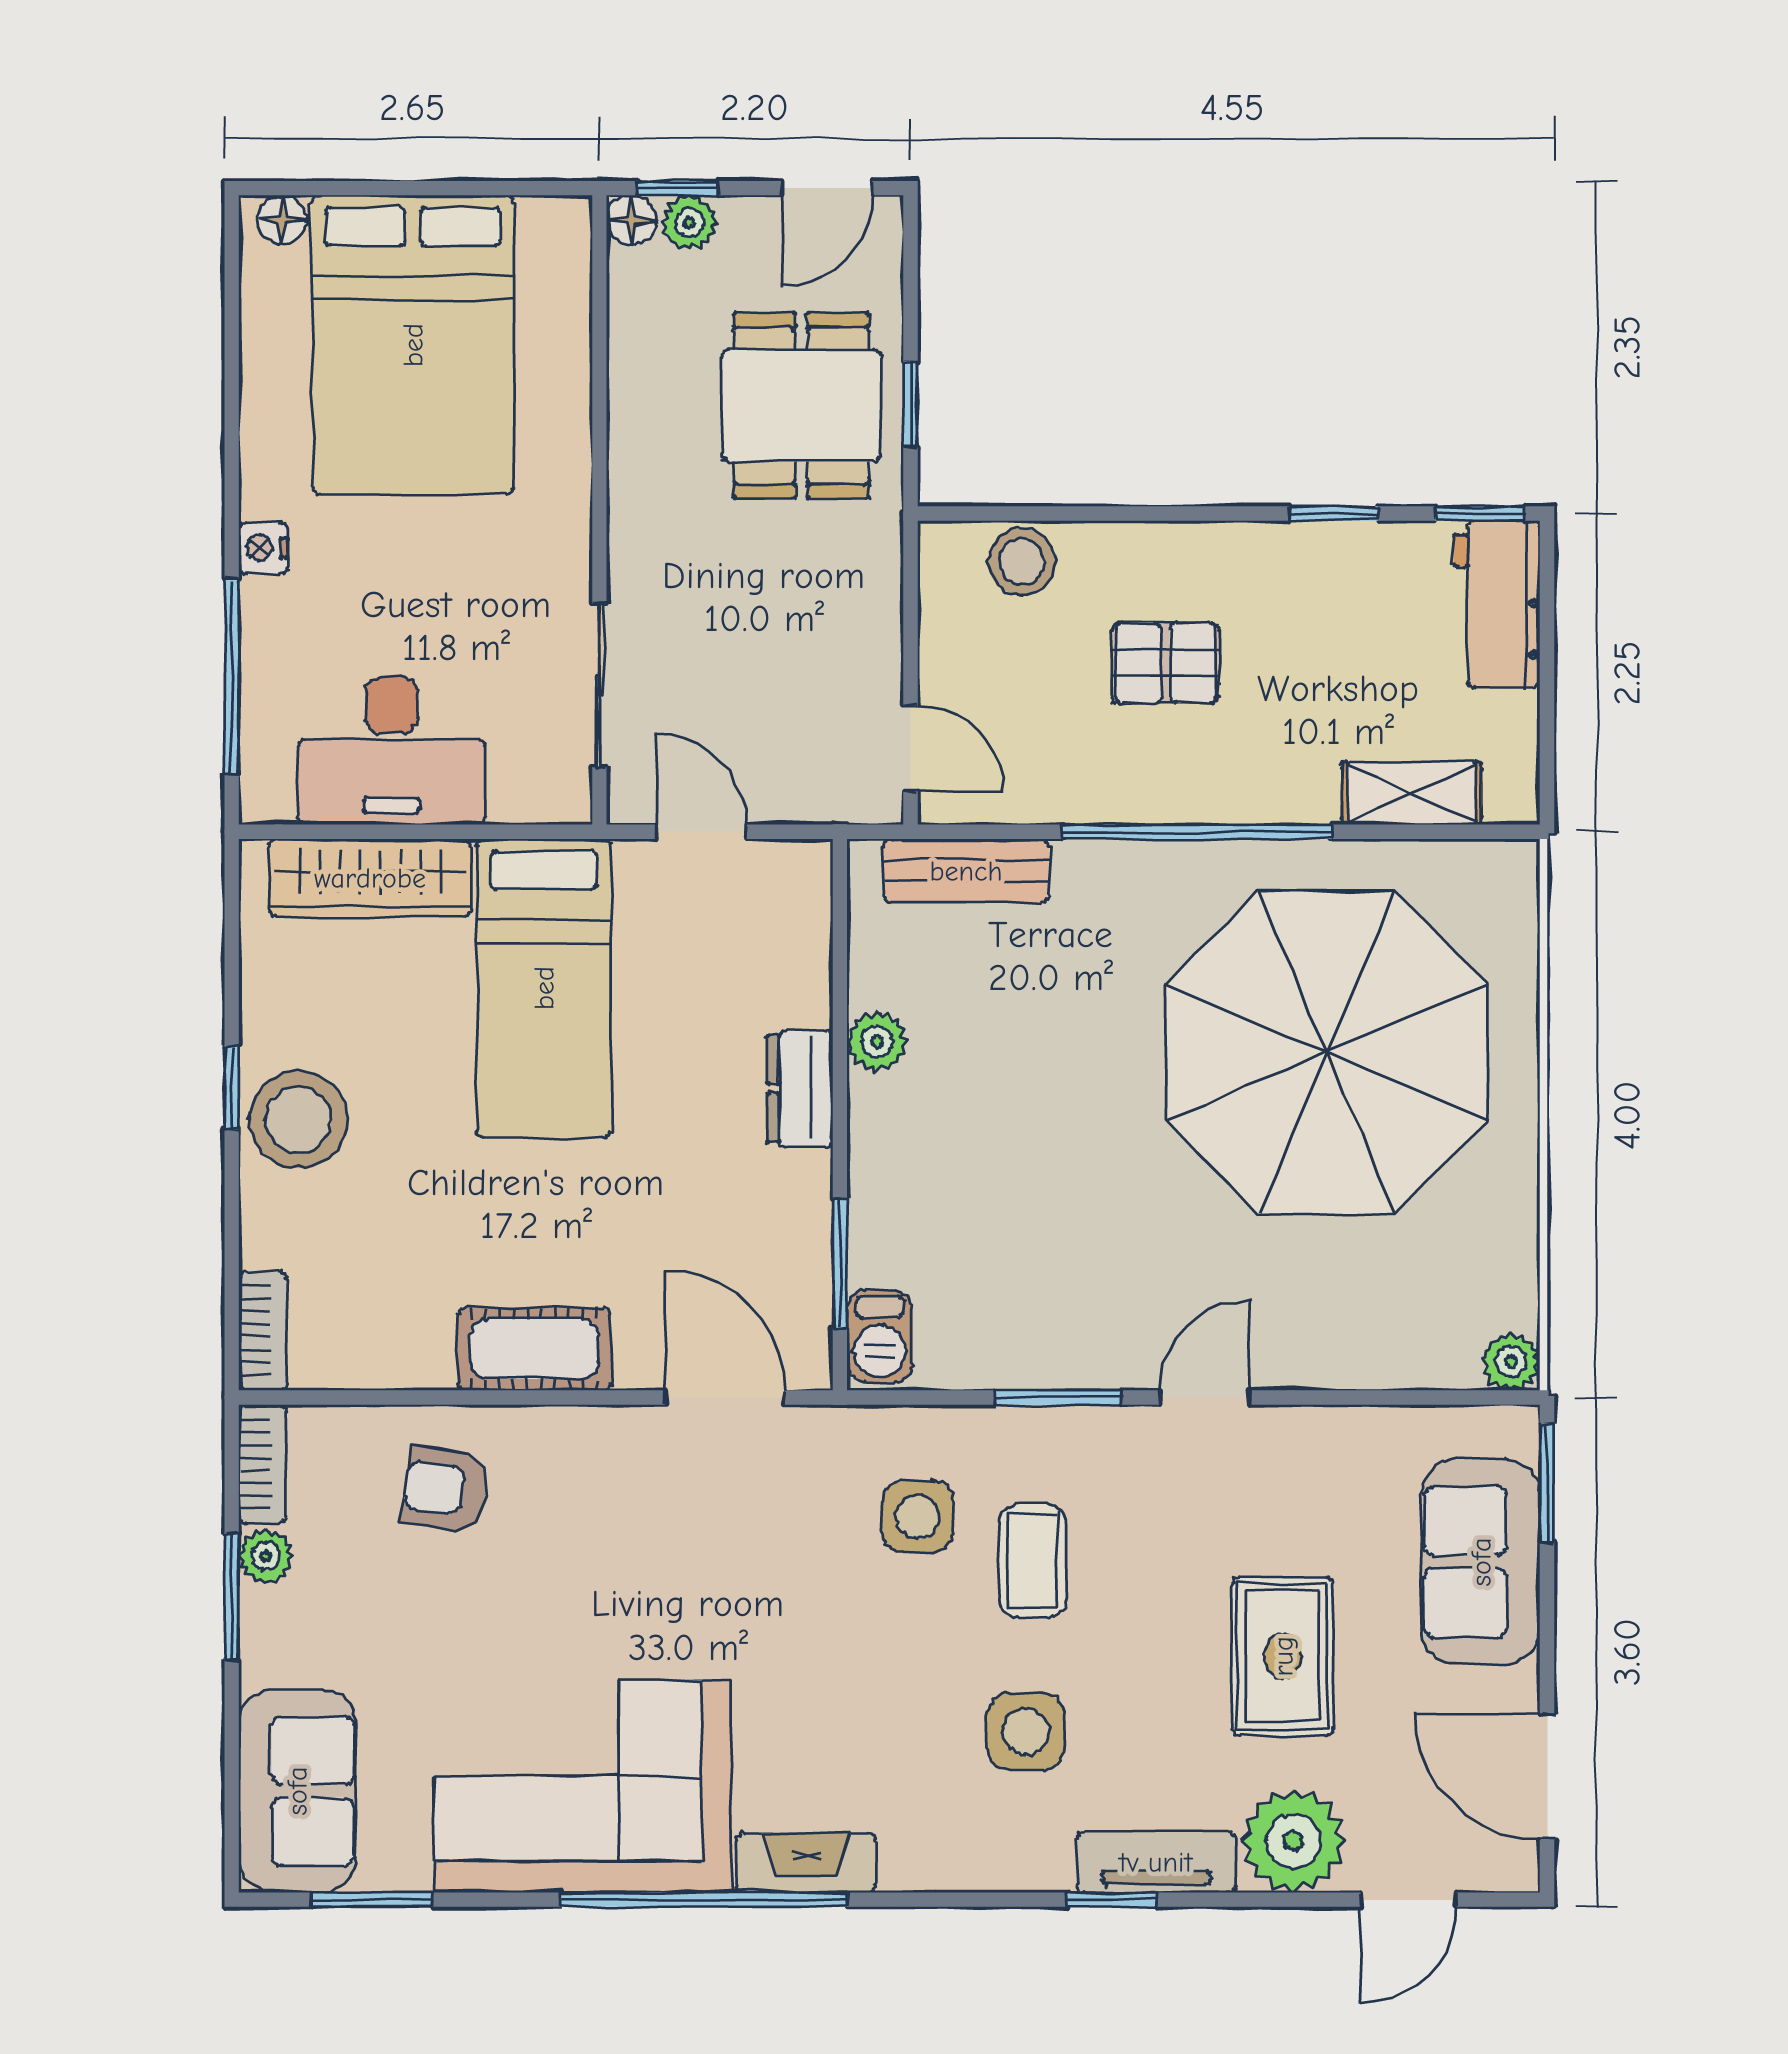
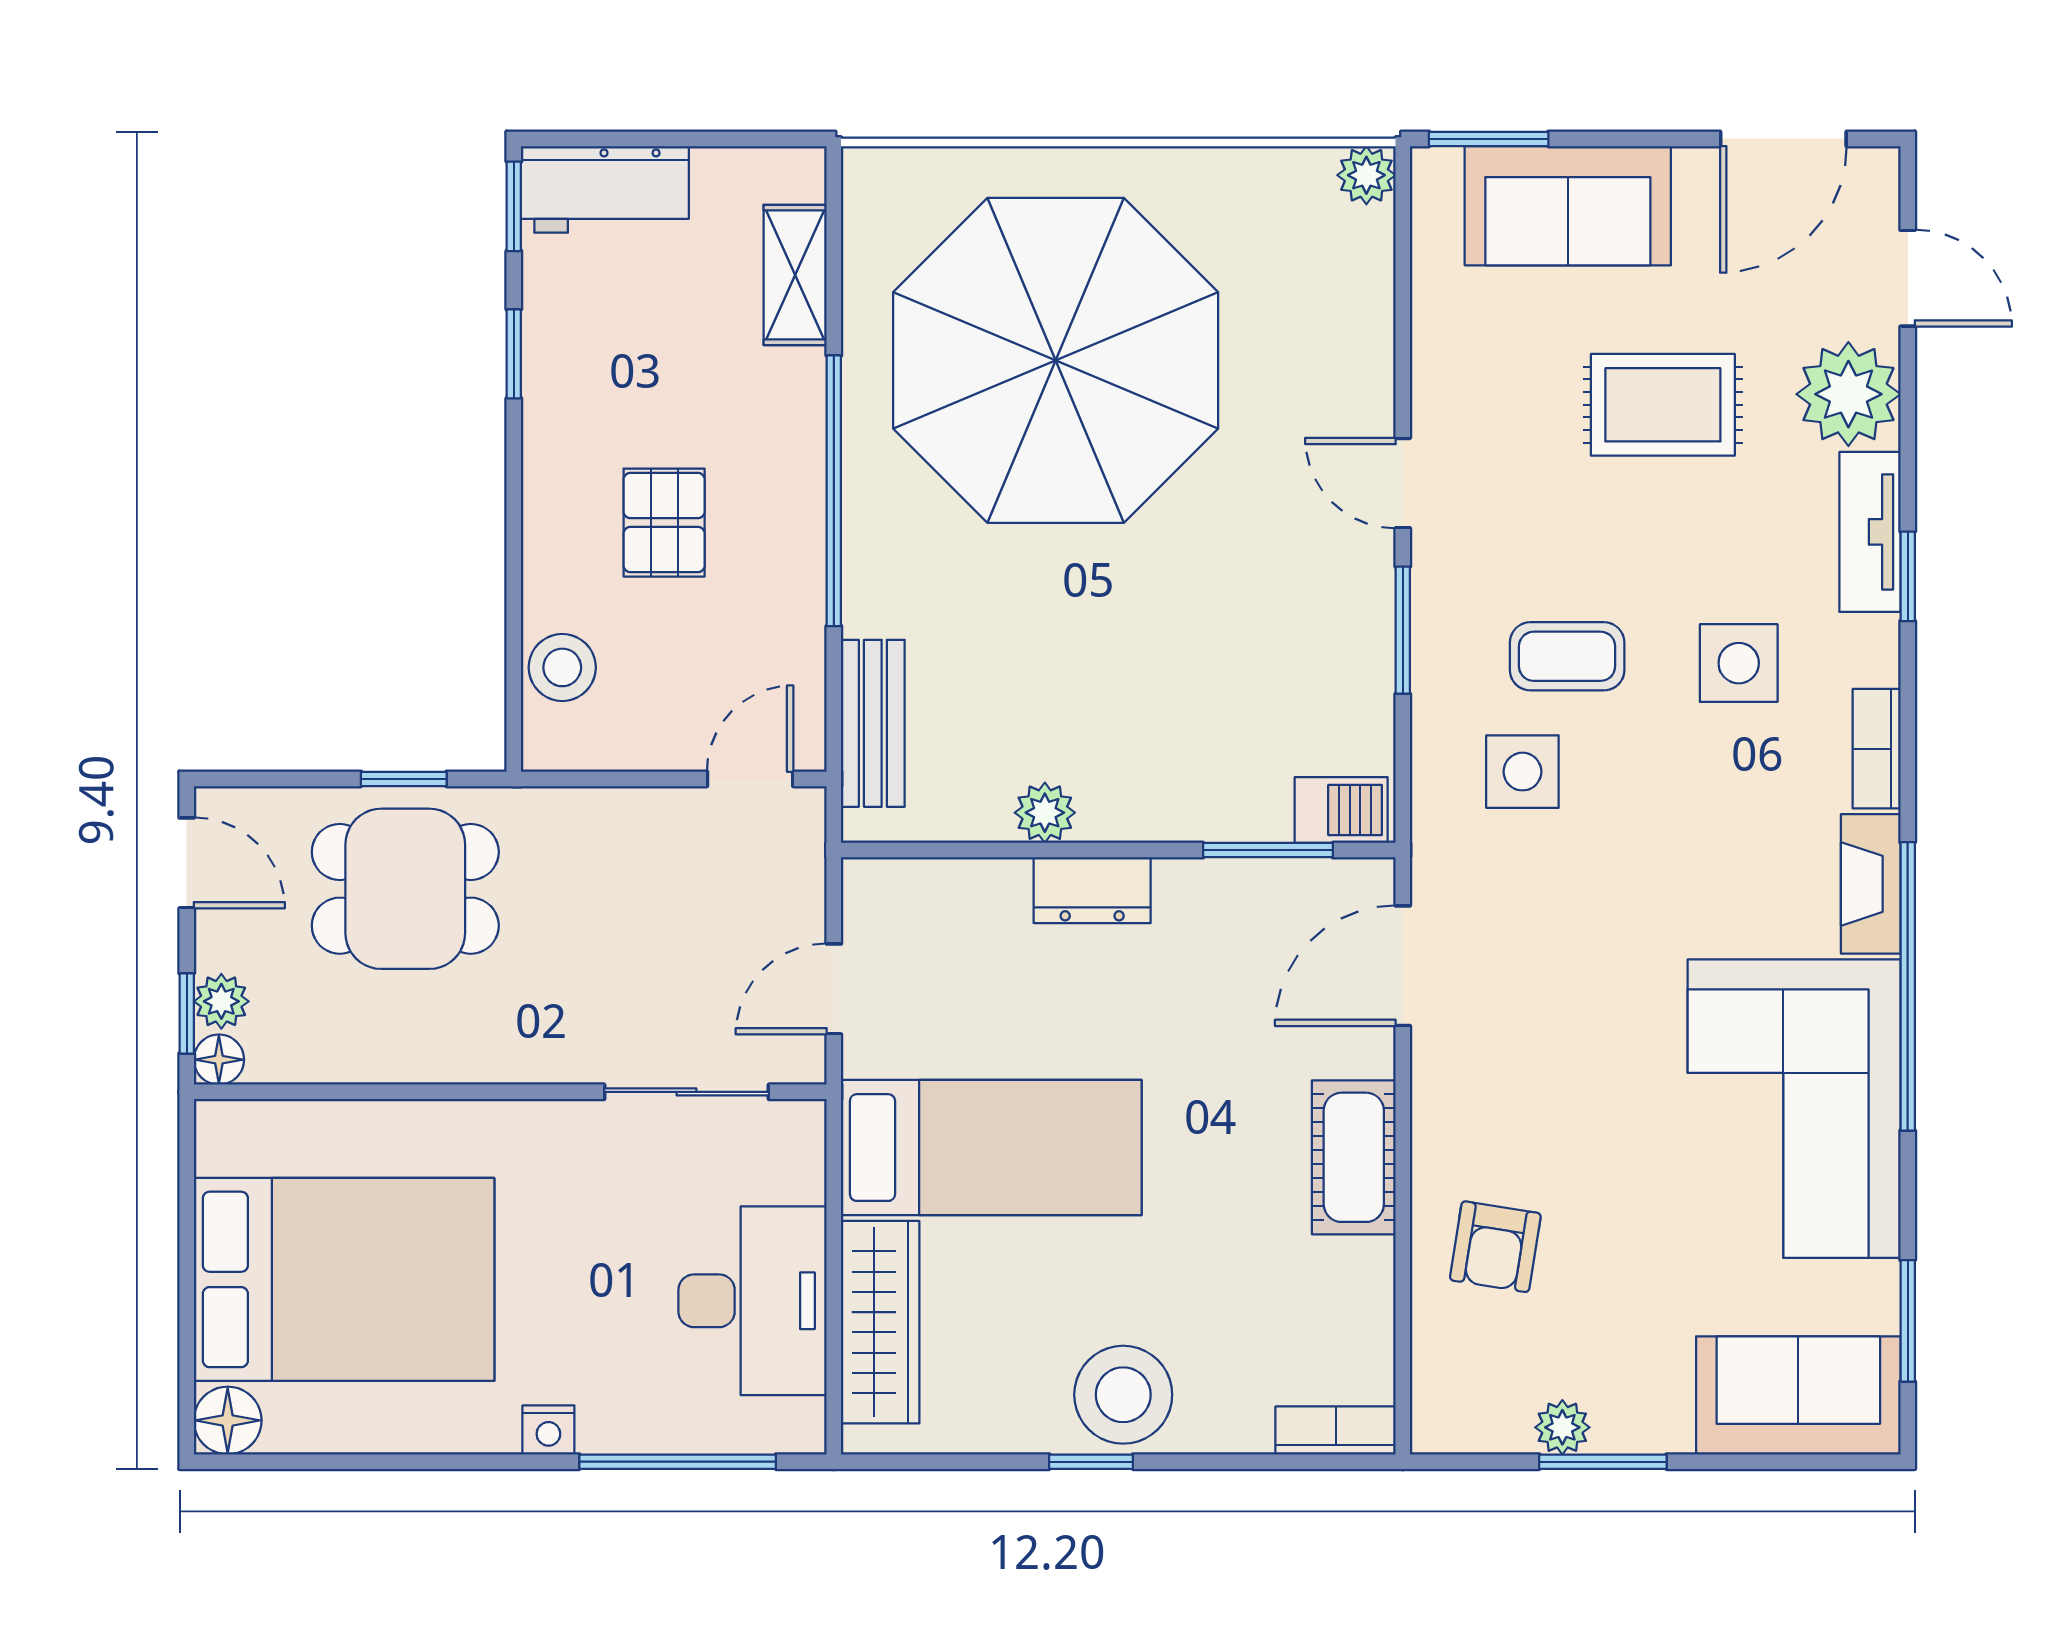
floor lamp: (282, 220) -> (228, 1420), width x1.37, depth x1.37
bookcase: (262, 1464) -> (1877, 749), moved, turned -90

